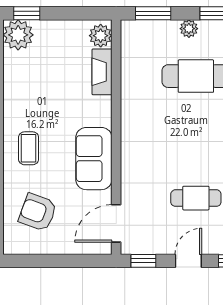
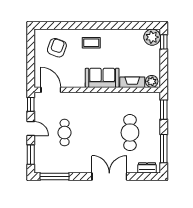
plant: (189, 29) -> (155, 129), removed
sofa: (94, 159) -> (102, 78), moved

